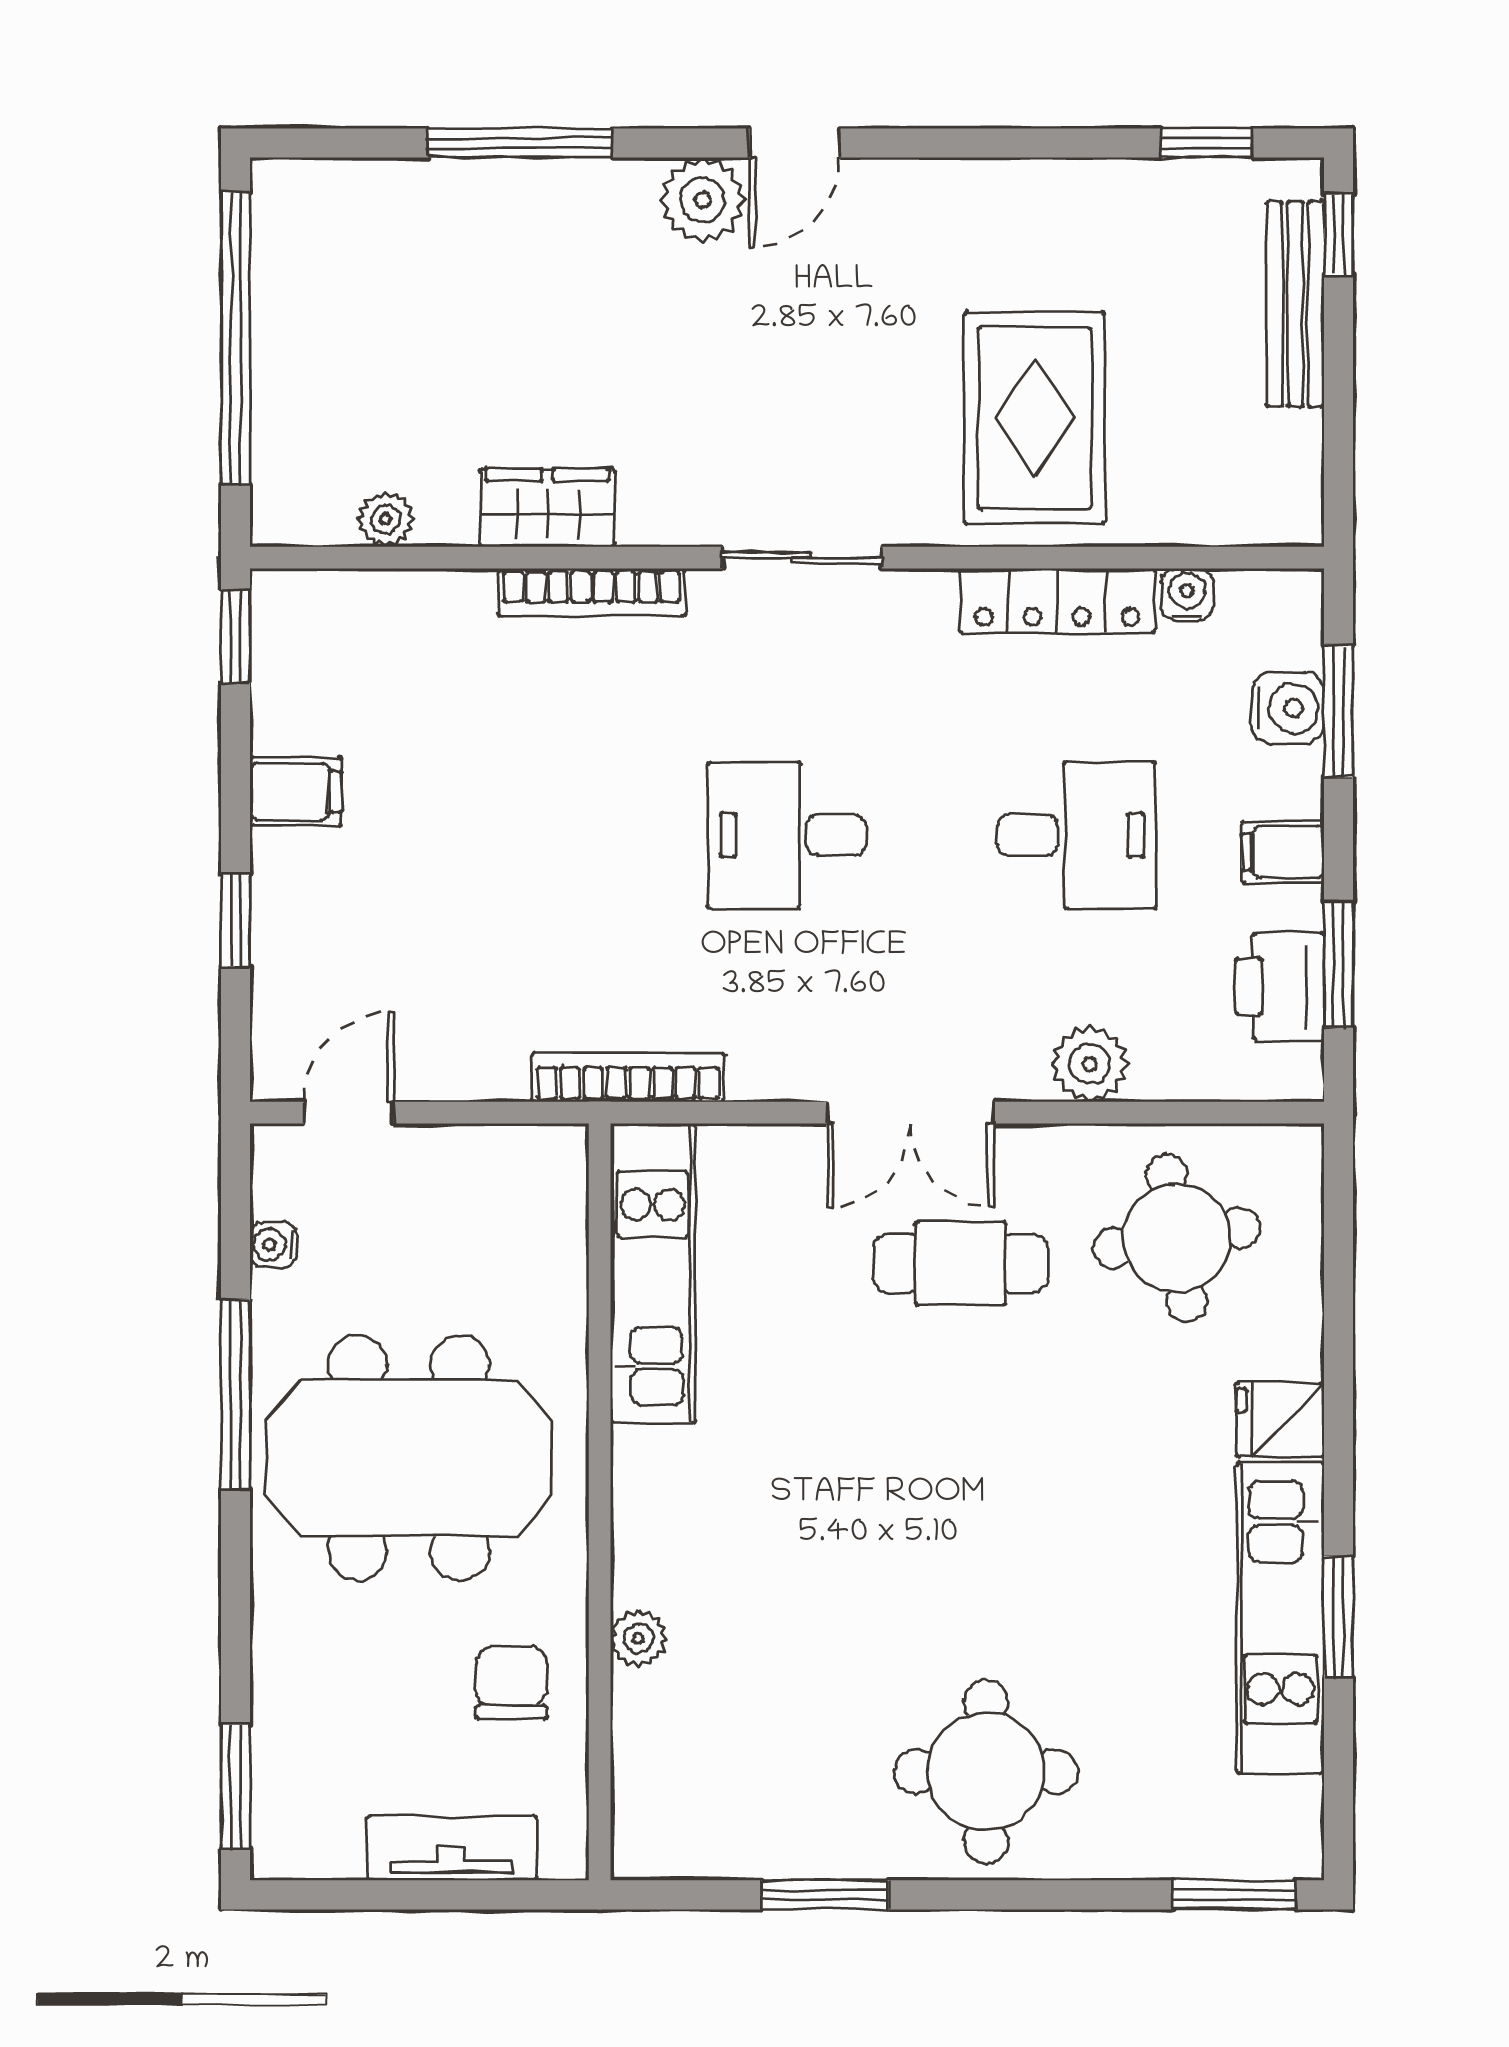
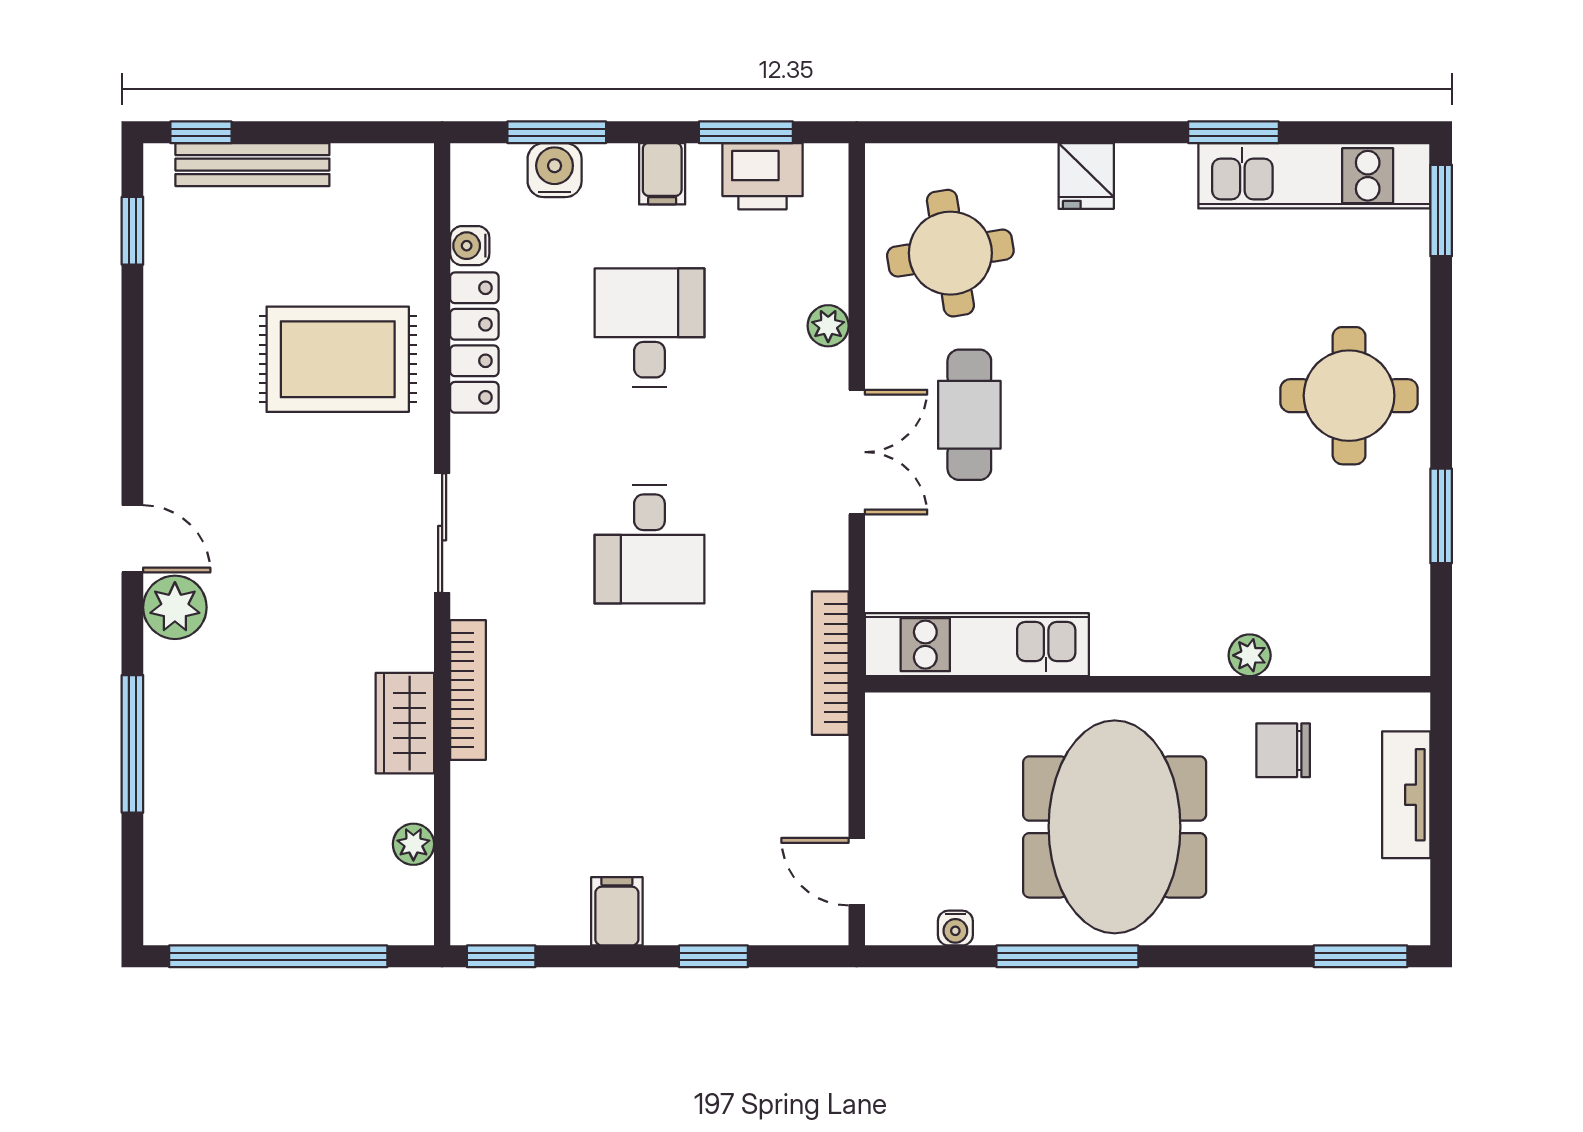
plant: (1090, 1064) -> (828, 326), width x0.73, depth x0.73
kitchen unit: (1280, 1618) -> (1314, 176), moved

